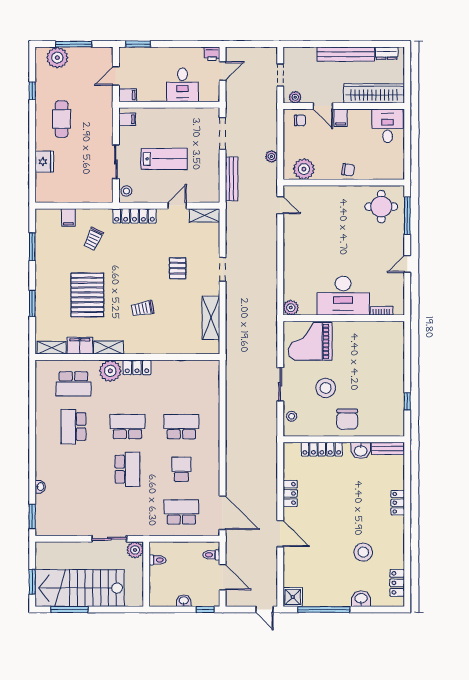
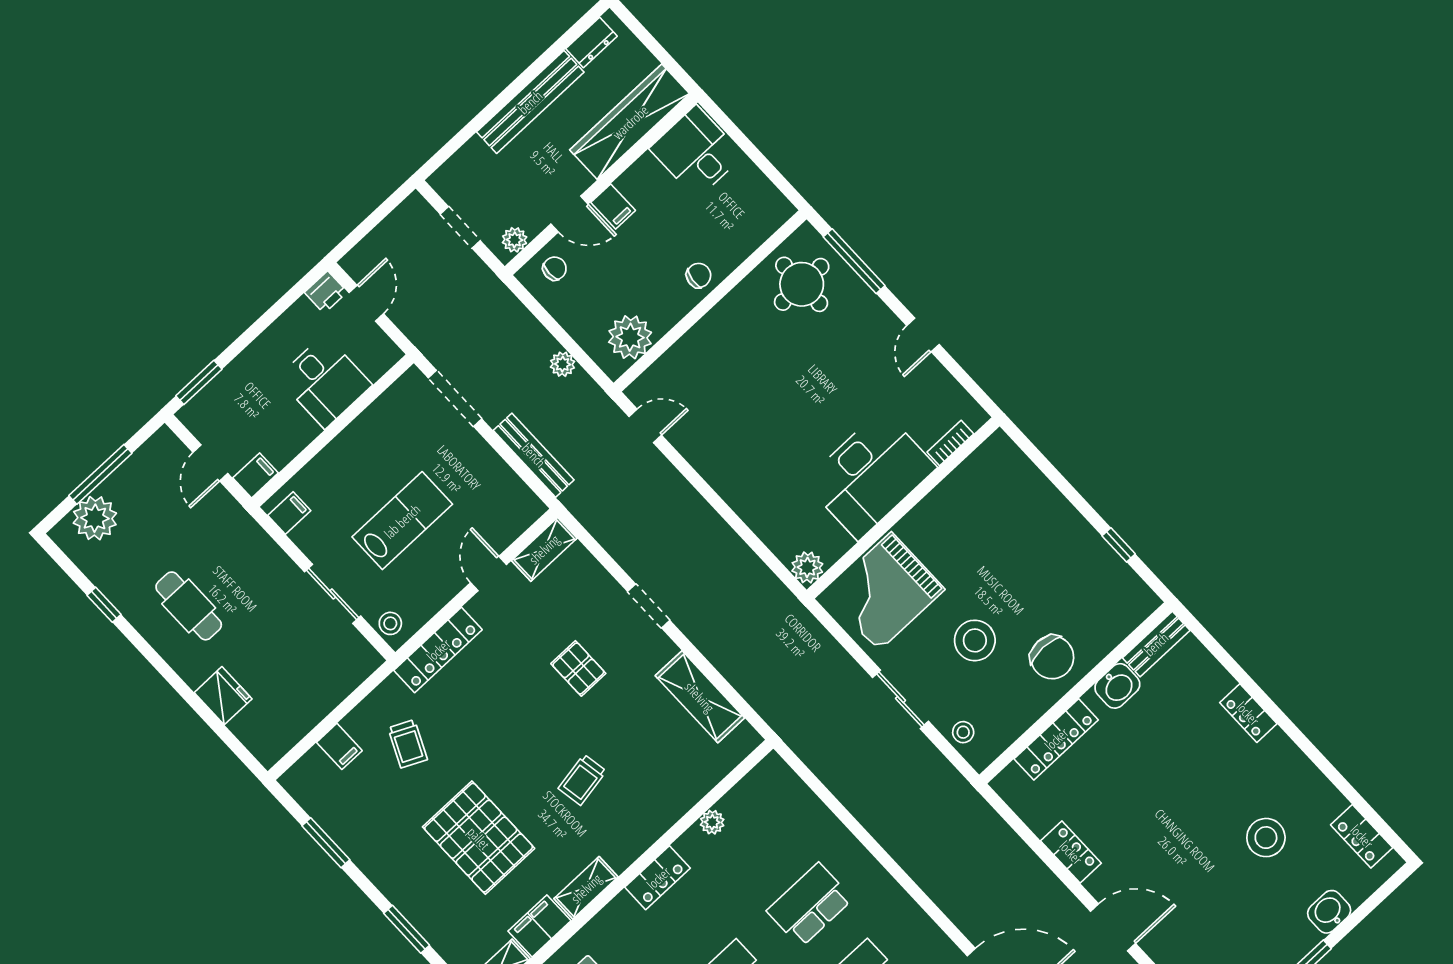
plant: (110, 371) -> (712, 822), moved, width x0.53, depth x0.53

